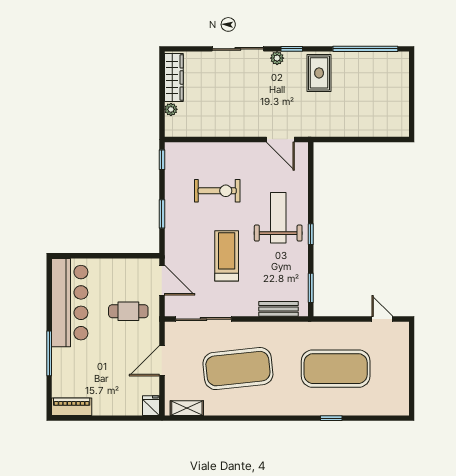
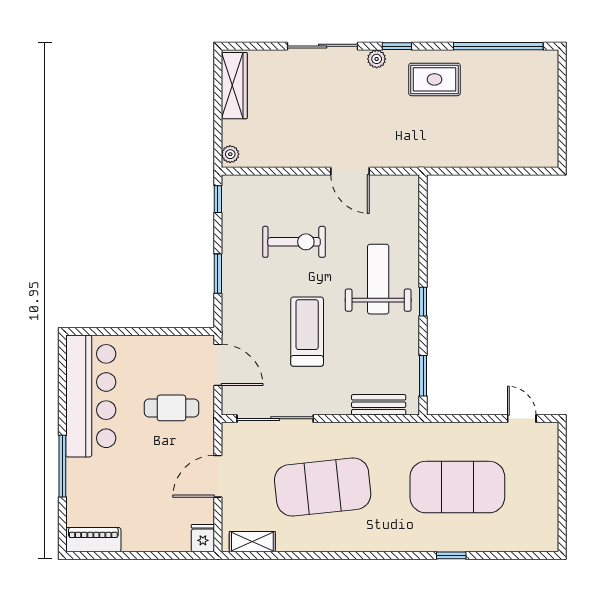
rug: (319, 73) -> (434, 79), turned 90
plant: (171, 109) -> (230, 154), moved
door: (280, 139) -> (350, 171), moved

